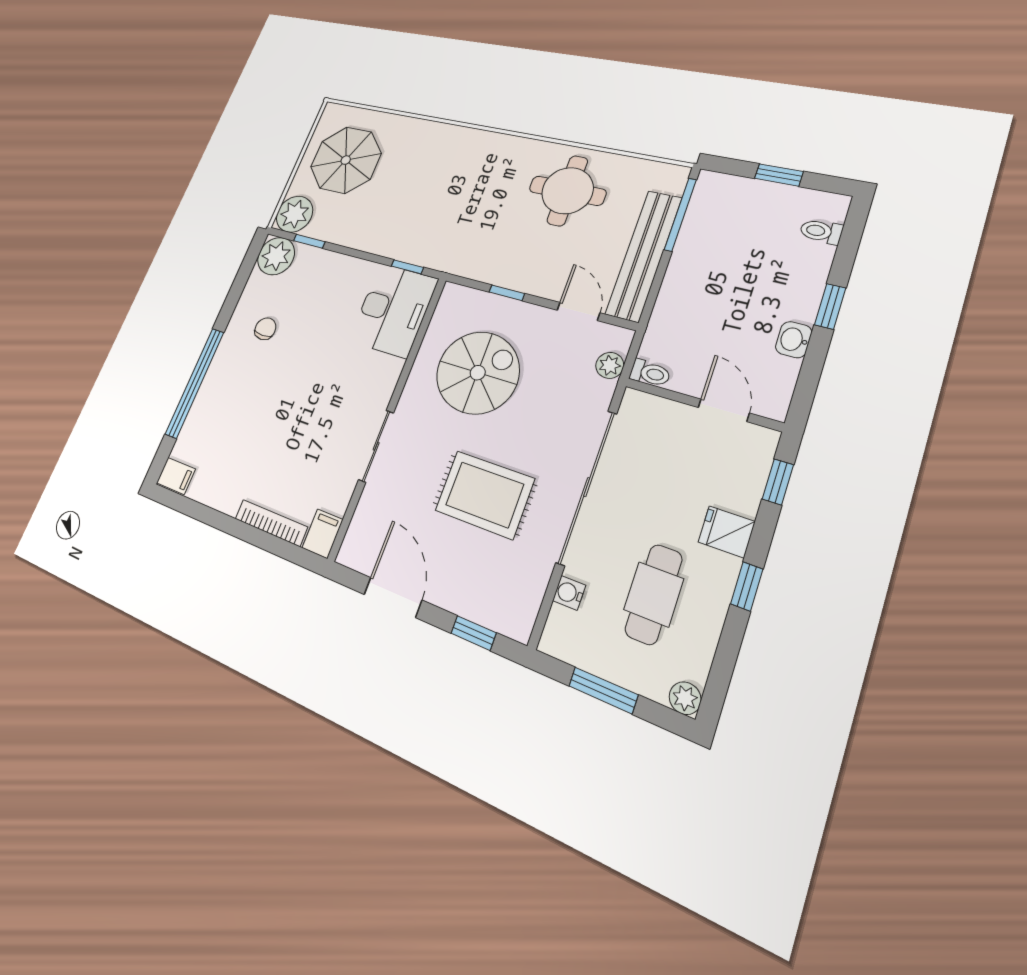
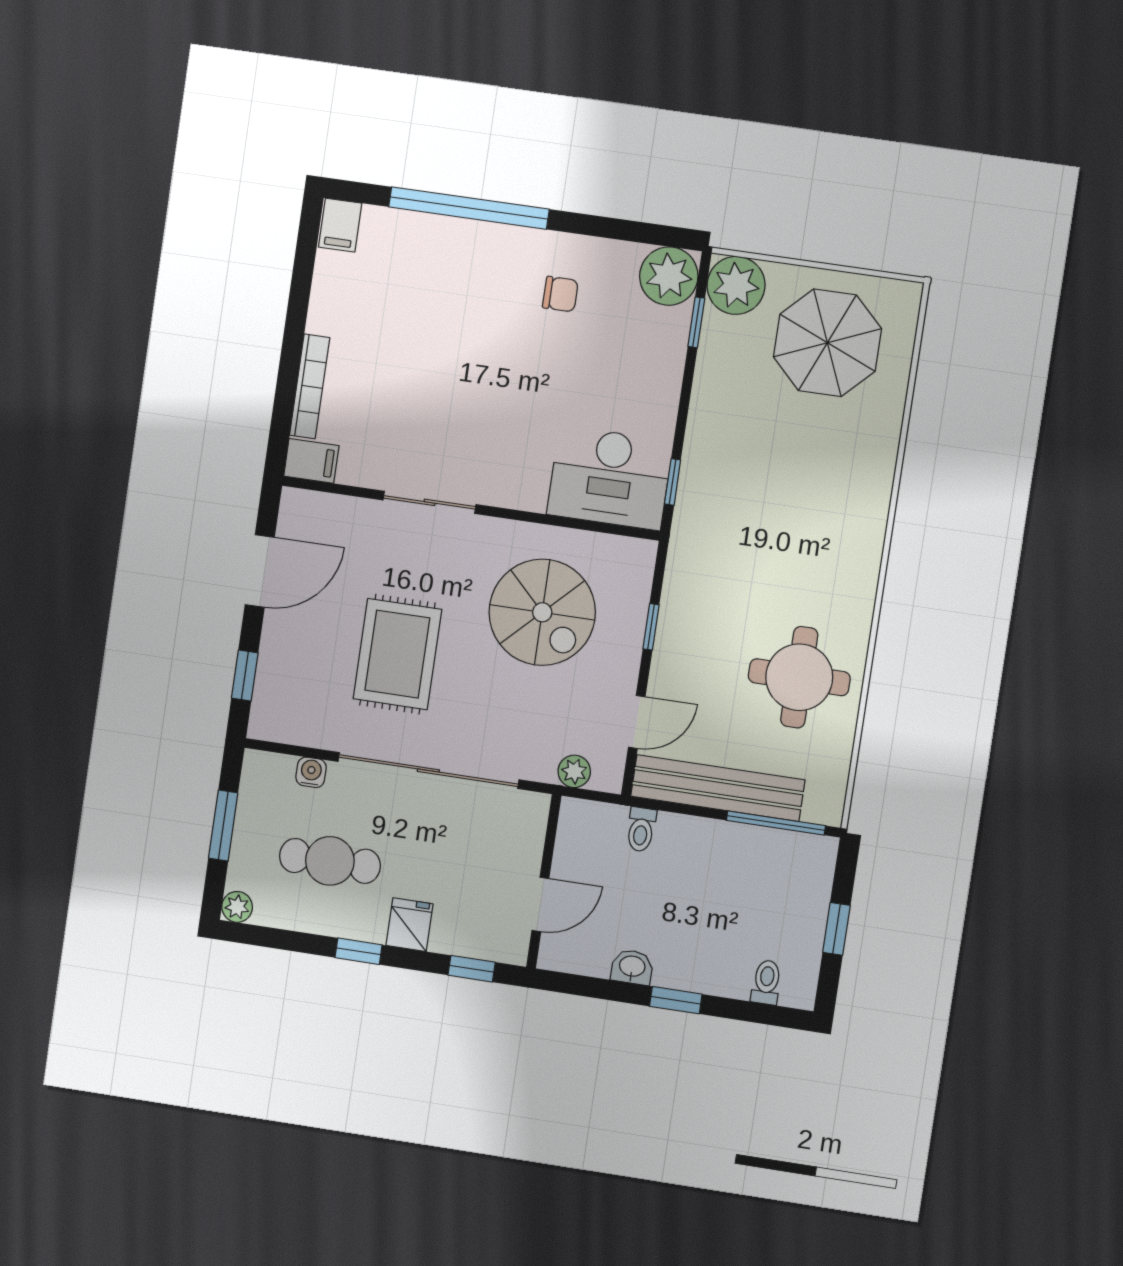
toilet: (650, 373) -> (641, 829), moved

